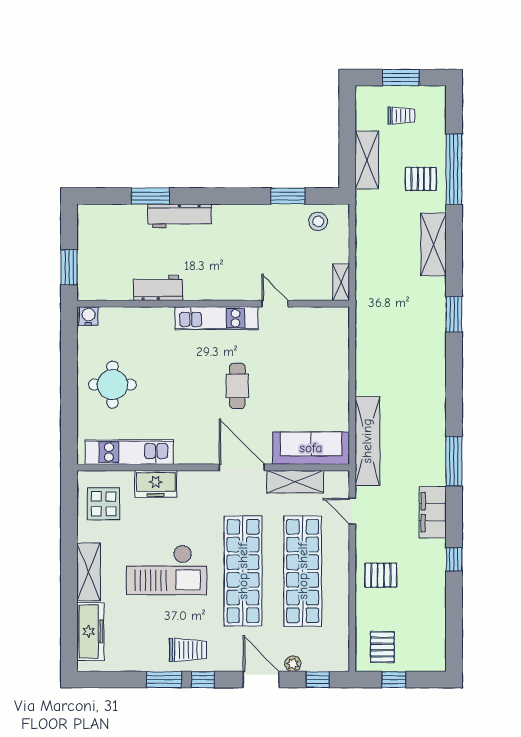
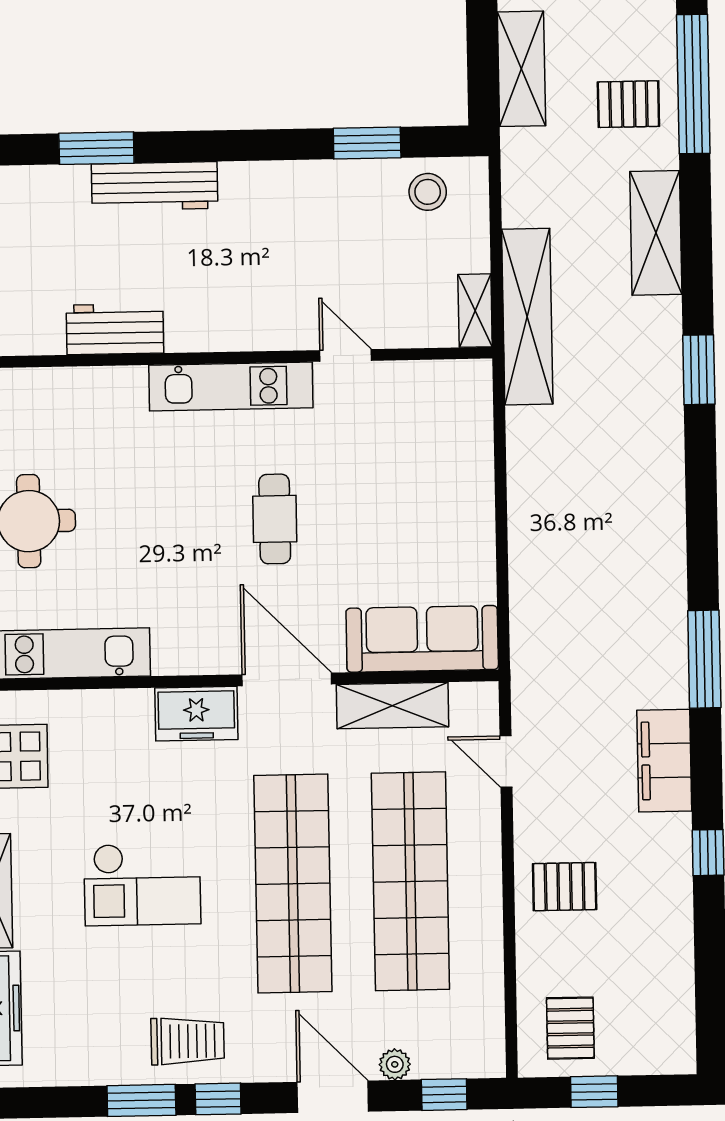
shelving: (367, 441) -> (527, 317), moved
freezer: (156, 484) -> (196, 714), moved
checkout: (167, 570) -> (142, 884), width x0.73, depth x0.83

